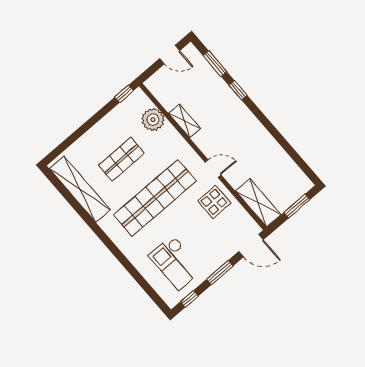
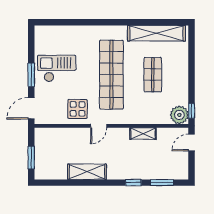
door: (170, 55) -> (192, 143), moved
plant: (153, 120) -> (179, 115), moved
shelving: (258, 203) -> (87, 172), moved
checkout: (176, 263) -> (57, 68), moved
window: (189, 299) -> (31, 42), removed

